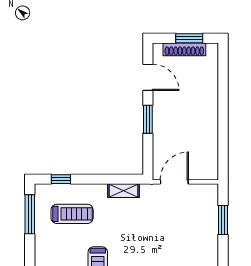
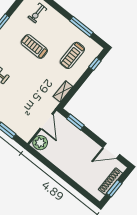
window: (148, 119) -> (75, 122), moved
plant: (206, 169) -> (40, 143), added
window: (30, 214) -> (81, 27), moved

